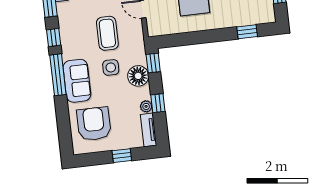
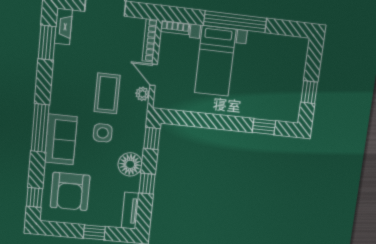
window: (54, 37) -> (34, 197), moved
floor lamp: (138, 76) -> (130, 164), moved
plant: (146, 106) -> (142, 94), moved
armchair: (94, 124) -> (70, 191), turned 180

